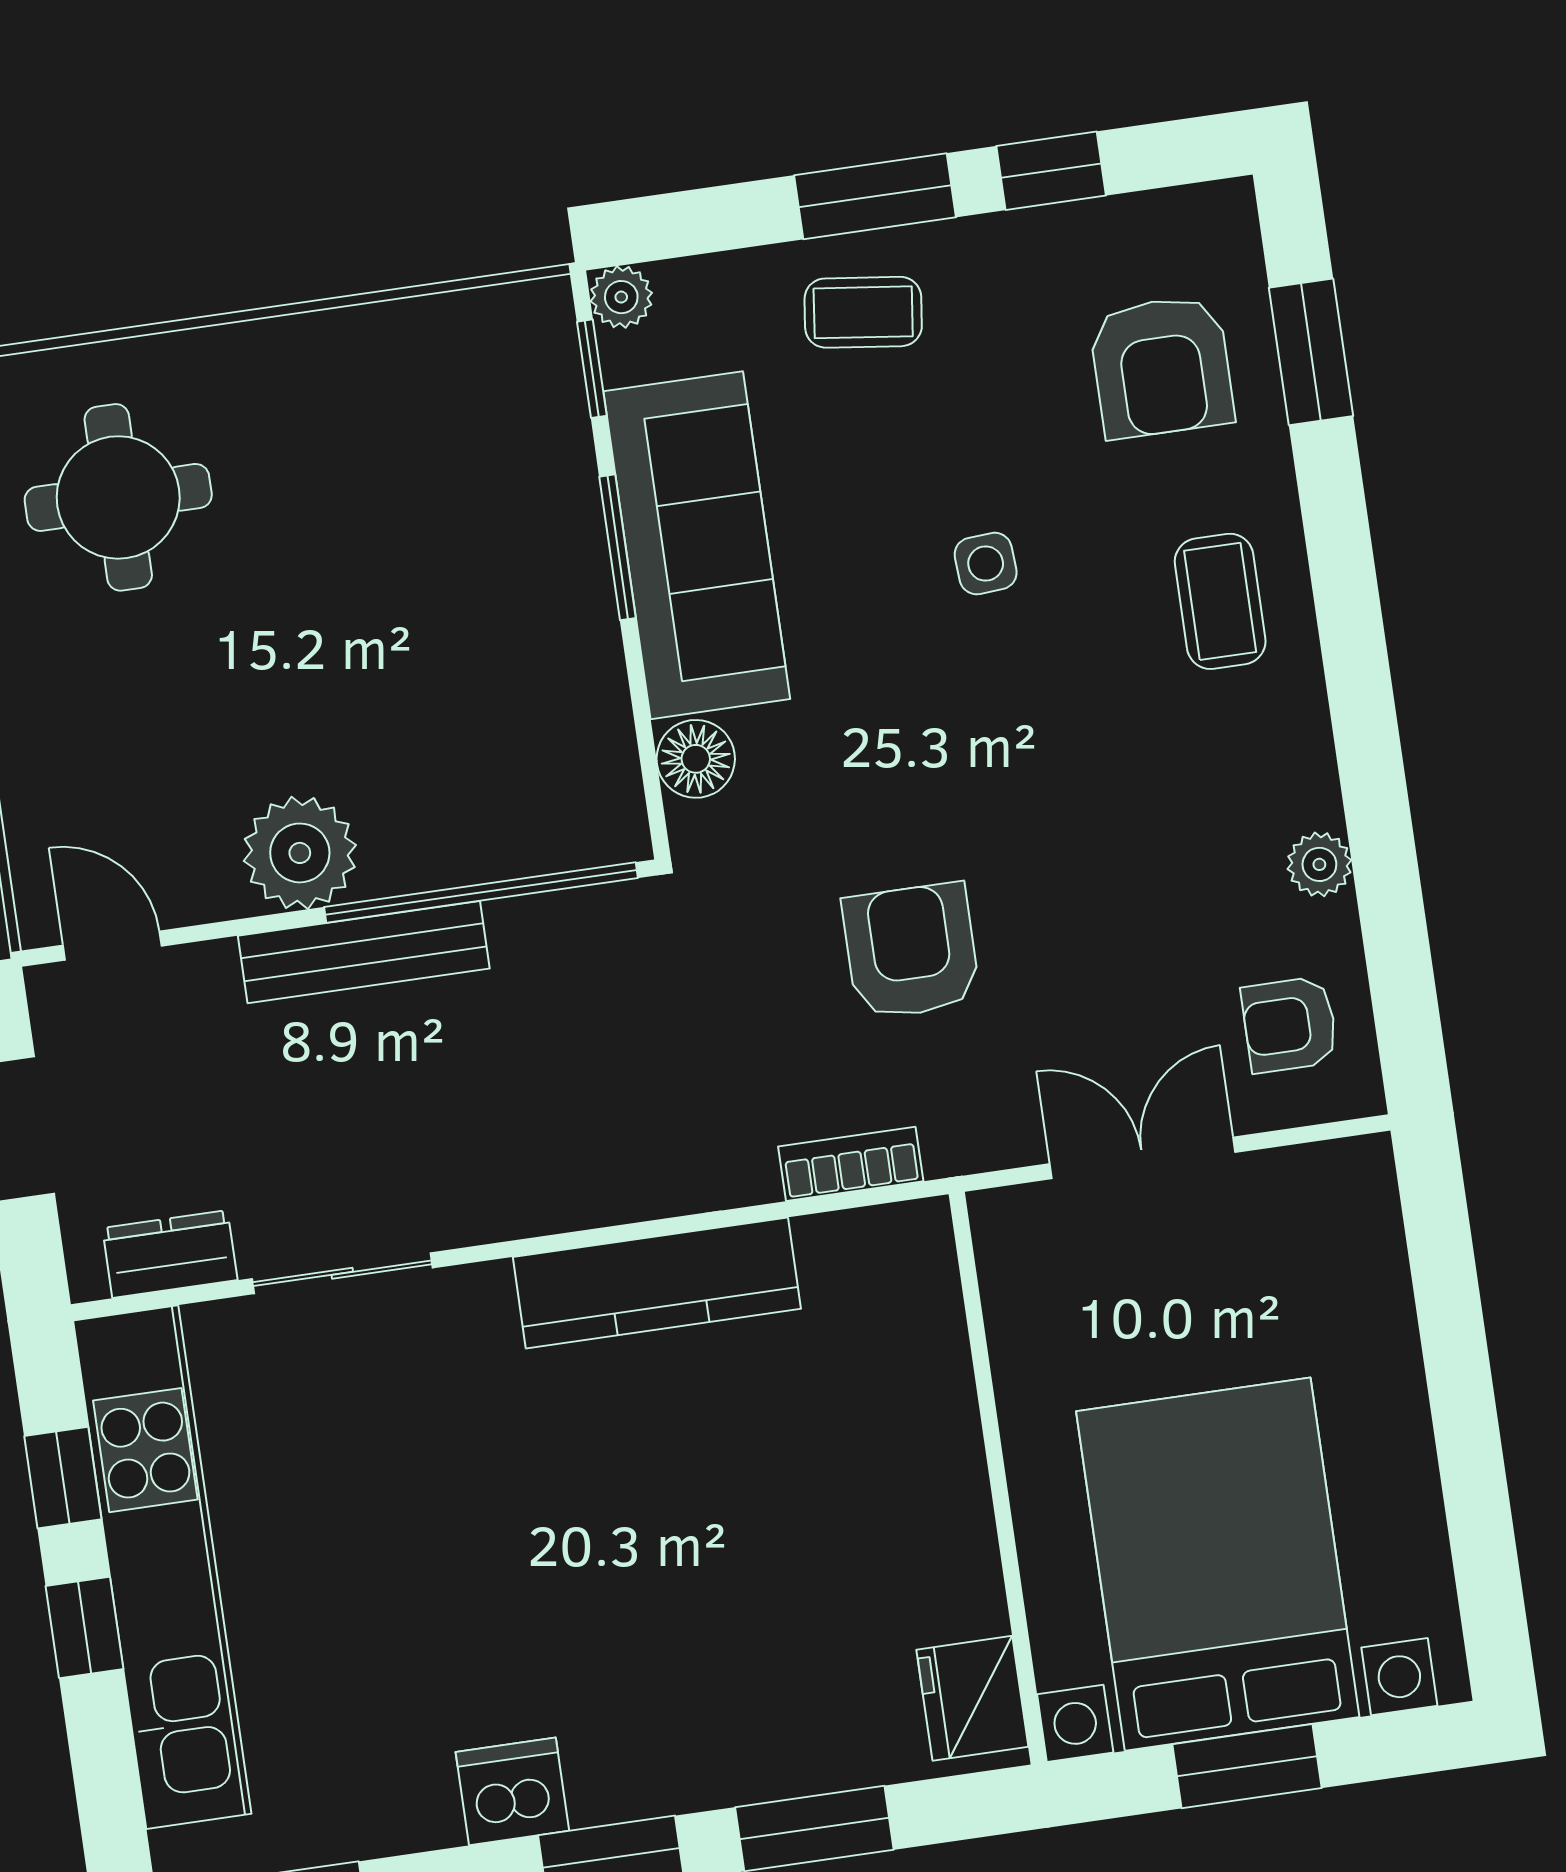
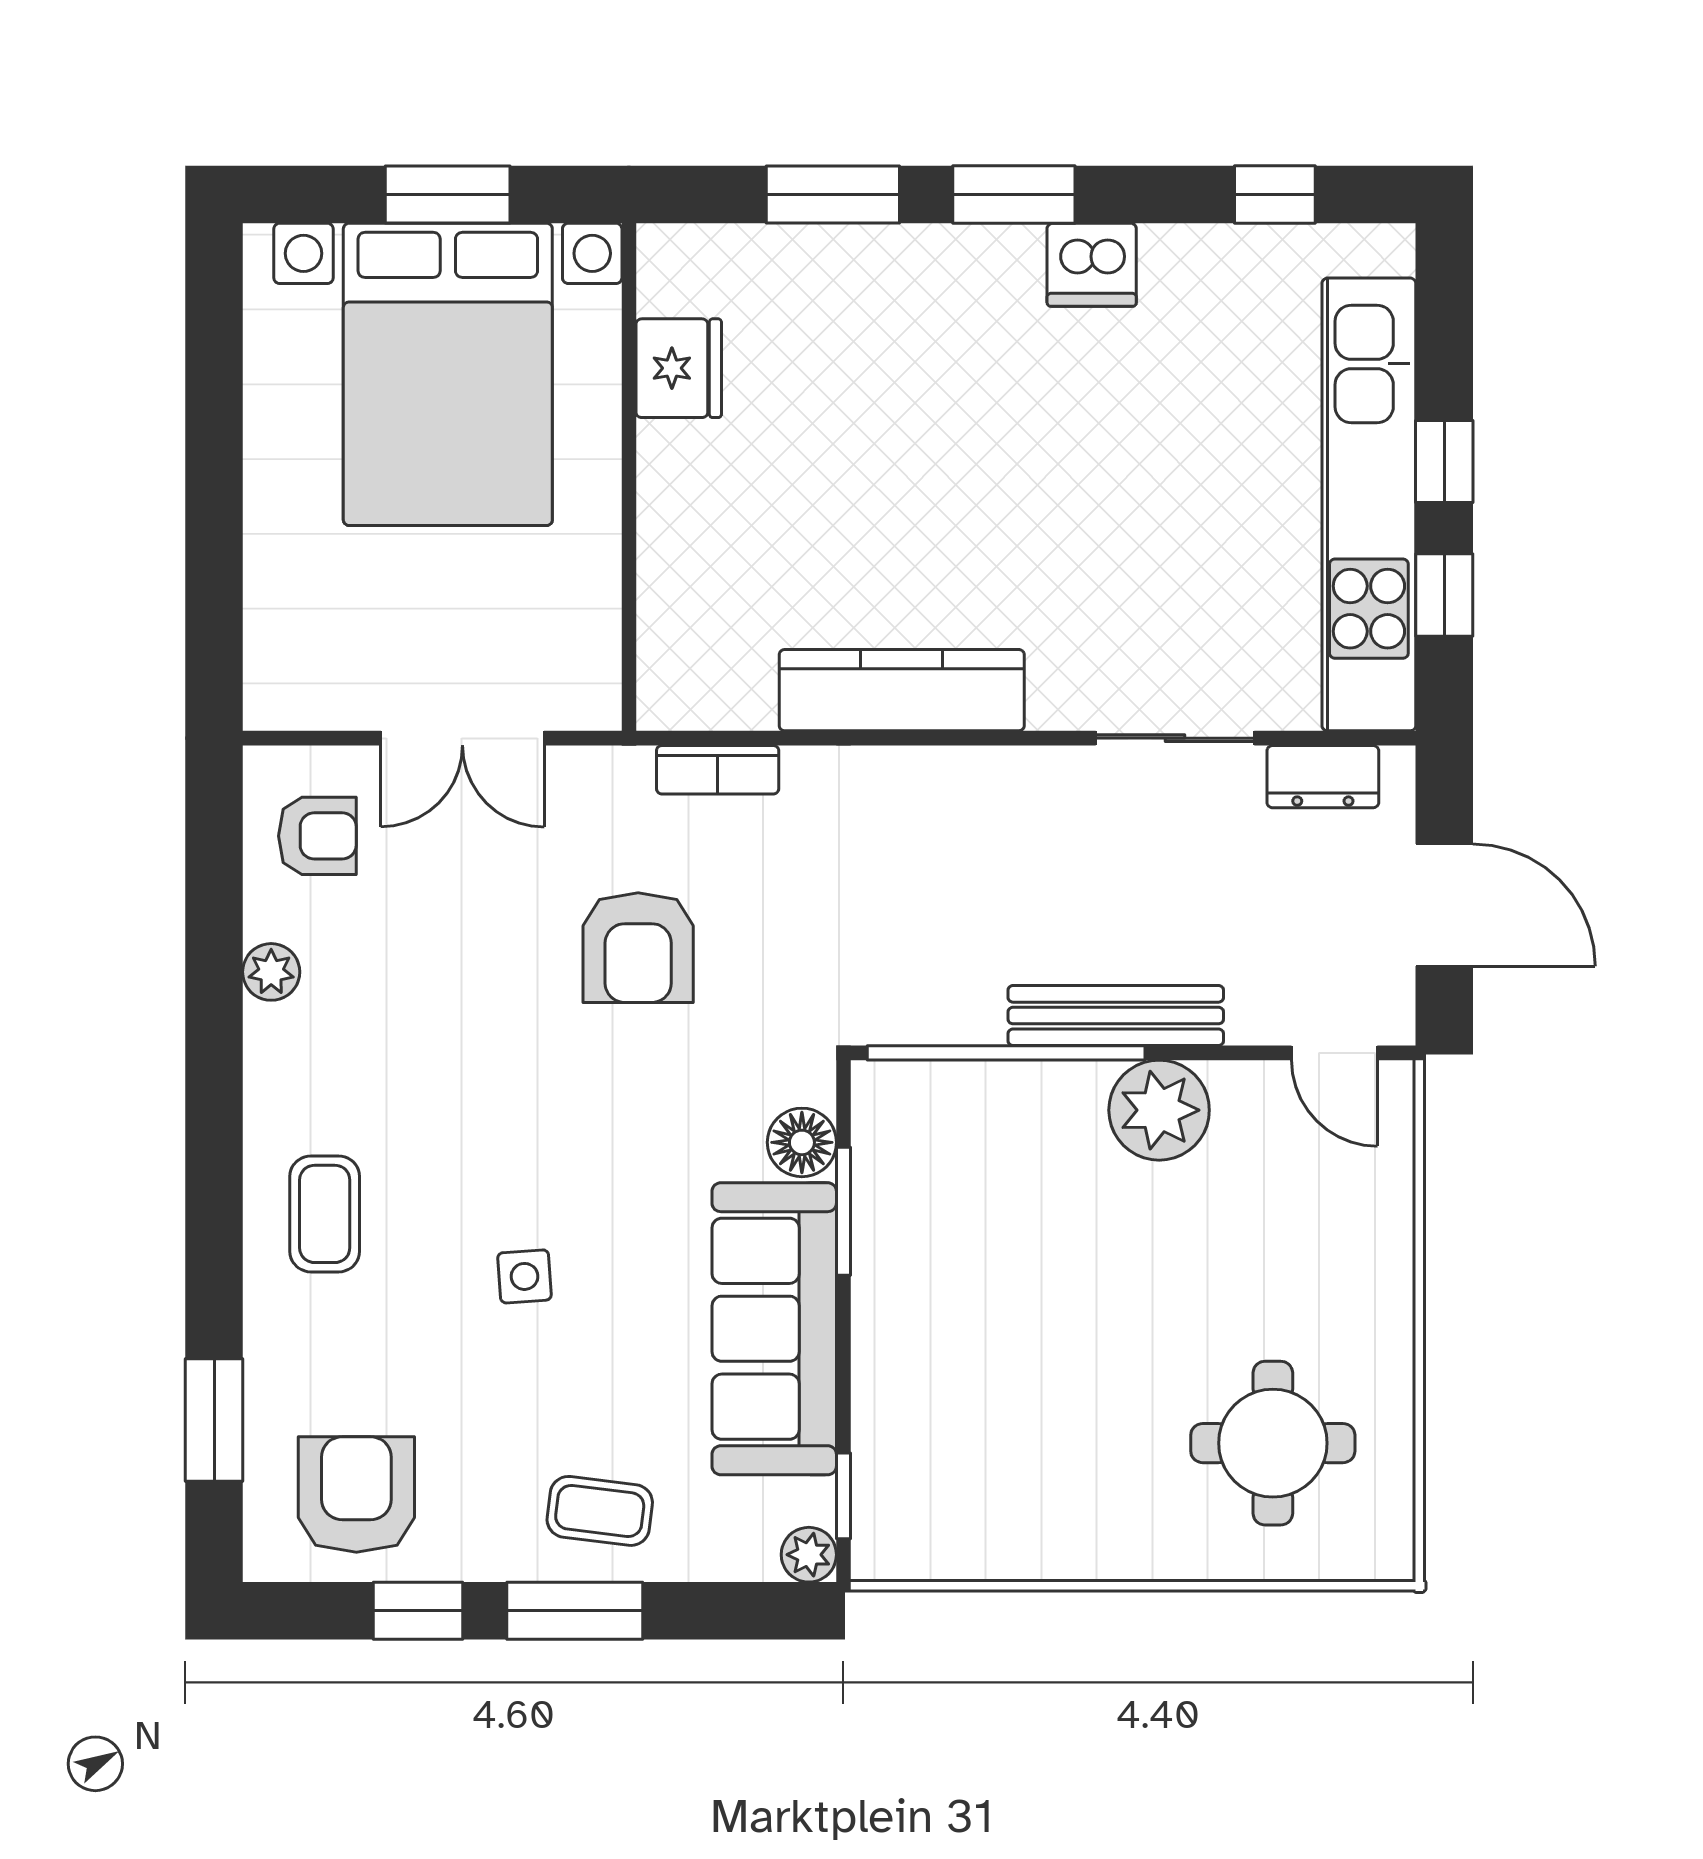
armchair: (1161, 367) -> (356, 1494), moved
window: (618, 547) -> (843, 1211), moved
fridge: (972, 1698) -> (679, 368), moved

